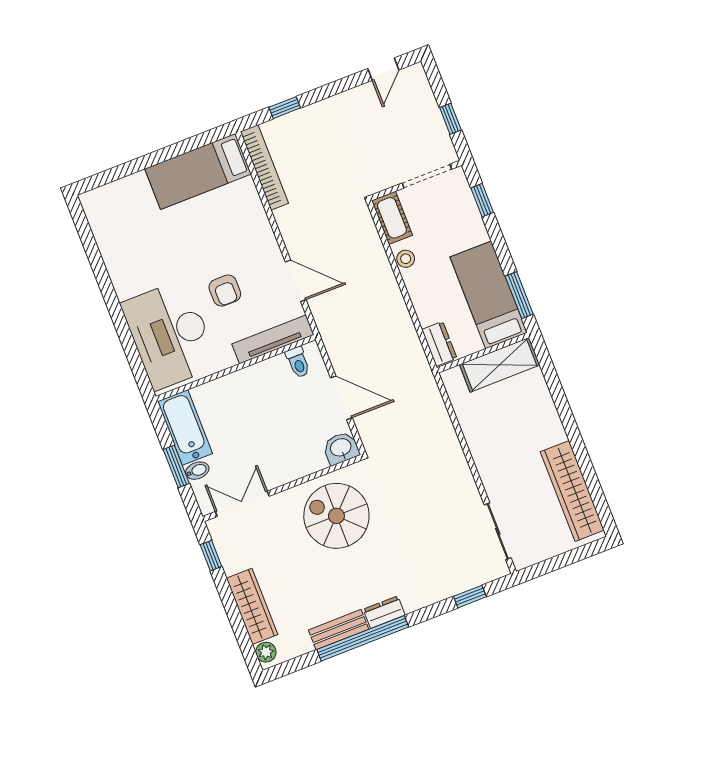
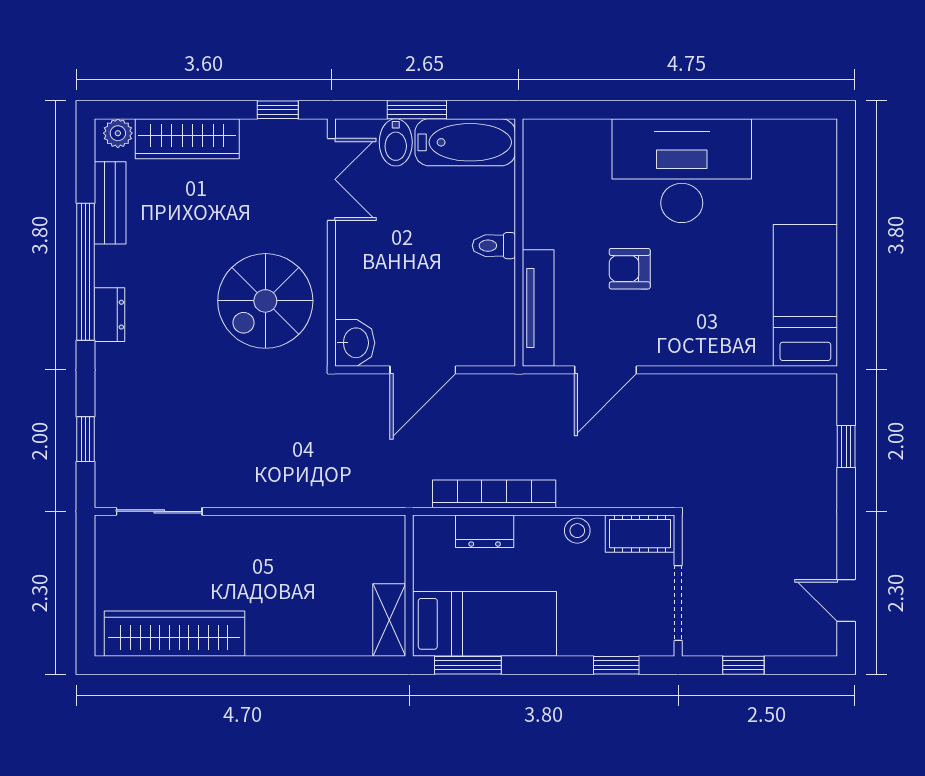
bookcase: (264, 167) -> (494, 494), moved, turned 180
desk: (170, 335) -> (682, 171), moved
dresser: (439, 344) -> (485, 531), moved
toilet: (298, 362) -> (494, 246), moved
shelving: (500, 365) -> (389, 620), width x0.67, depth x0.75
bidet: (197, 471) -> (396, 142), width x1.38, depth x1.36
spiral stairs: (336, 516) -> (265, 301), turned 180
bench: (339, 630) -> (110, 203), moved

